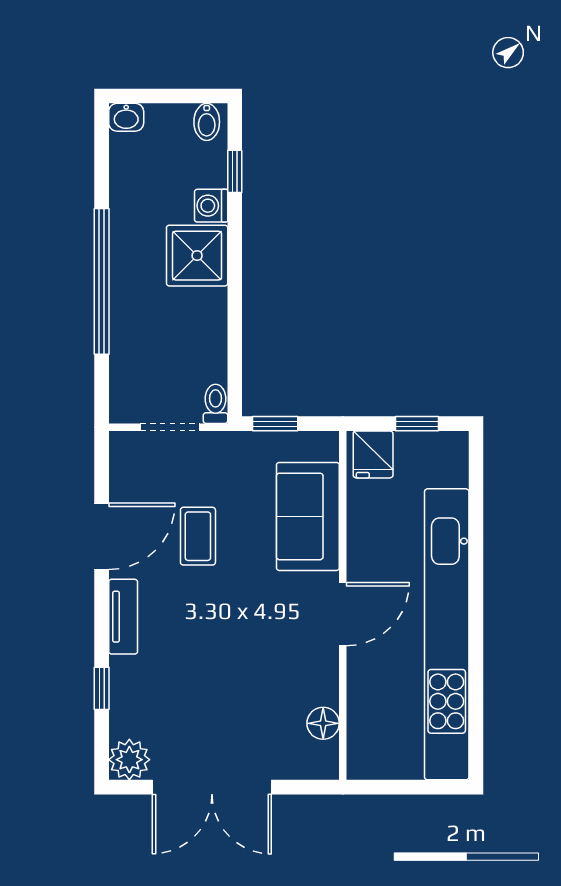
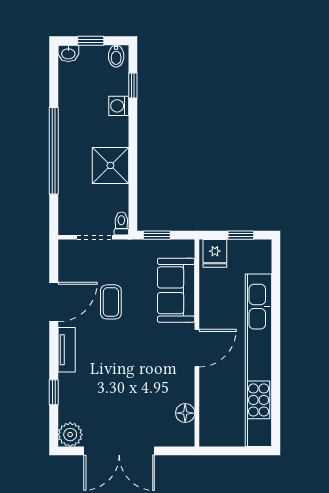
window: (164, 96) -> (91, 41), added
shower: (197, 256) -> (110, 165), moved

